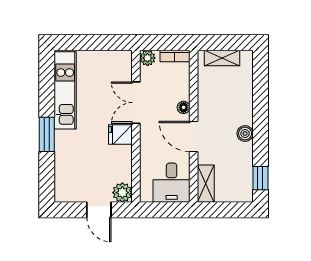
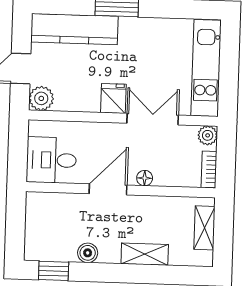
kitchen unit: (65, 90) -> (206, 68), moved, turned 90
boiler: (245, 133) -> (88, 253), moved
kitchen counter: (66, 168) -> (74, 29), added
shelving: (206, 184) -> (145, 254), moved

